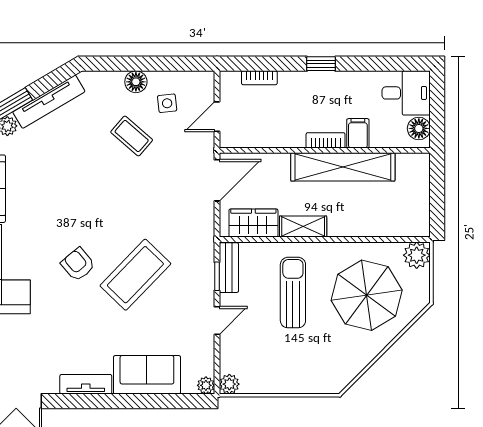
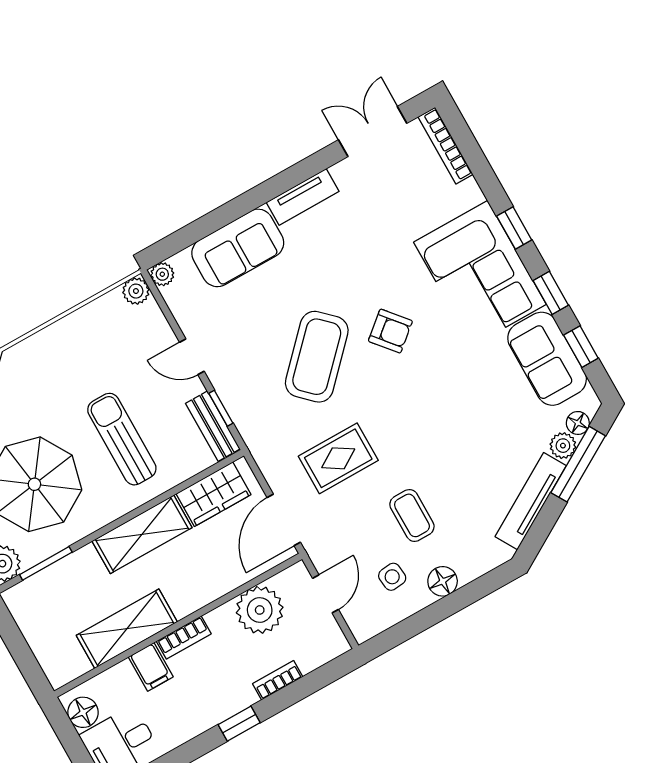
bookcase: (259, 78) -> (278, 680), moved
plant: (266, 130) -> (260, 610), added
coffee table: (132, 136) -> (412, 515), turned 49
shelving: (343, 167) -> (127, 629), width x0.68
rug: (159, 200) -> (338, 458), added
shelving: (303, 227) -> (142, 534), width x1.50, depth x1.33
window: (388, 239) -> (46, 563), added
sun lounger: (293, 293) -> (122, 439), turned 180
door: (217, 321) -> (192, 357), hinge flipped

